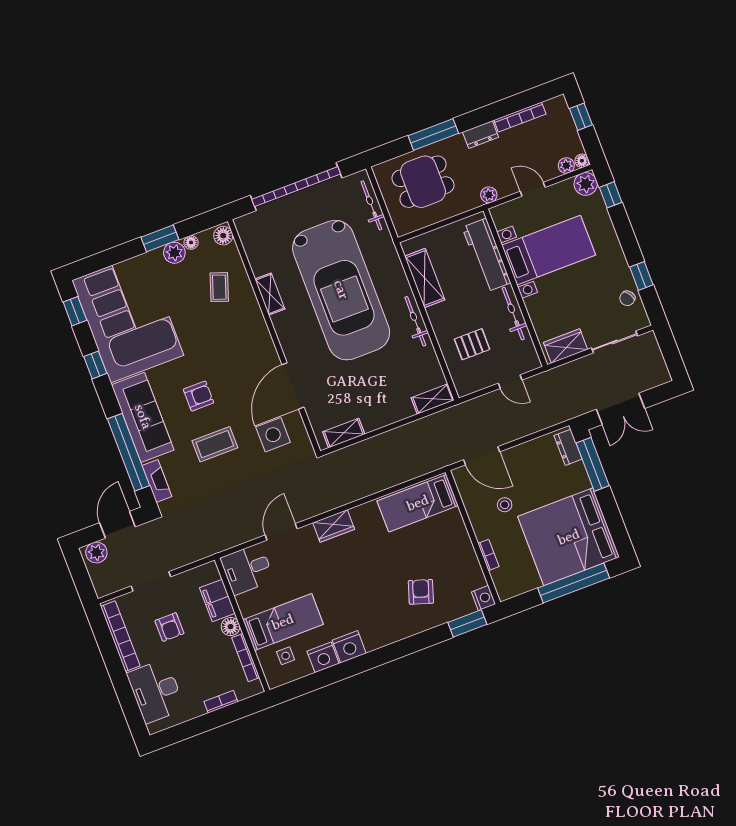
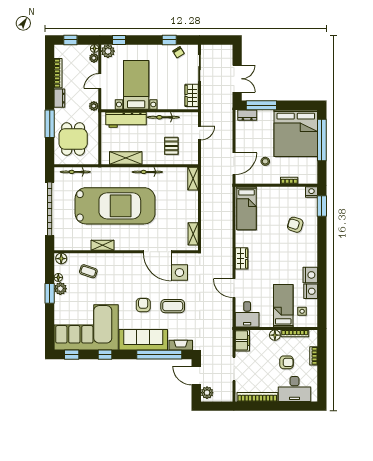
coffee table: (215, 444) -> (173, 306), turned 90
filing cabinet: (217, 601) -> (242, 340), moved, turned -90
armchair: (169, 627) -> (287, 362), moved

